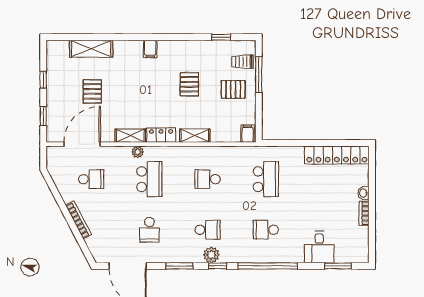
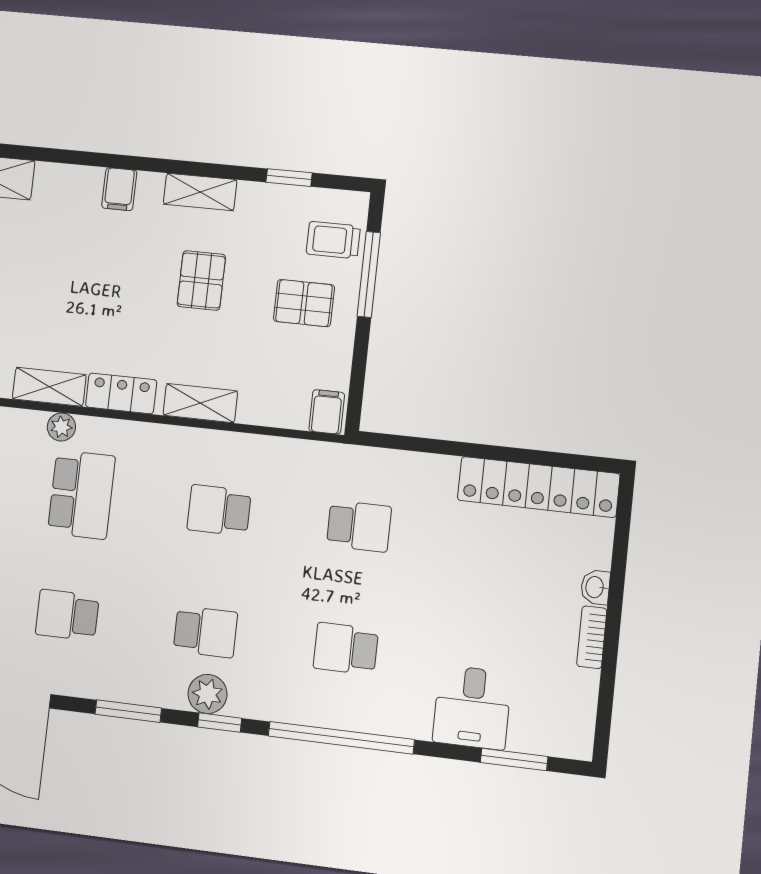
shelving: (185, 47) -> (200, 192), added
school desk: (266, 179) -> (359, 526), width x0.54
school desk: (149, 230) -> (67, 615), turned 90

